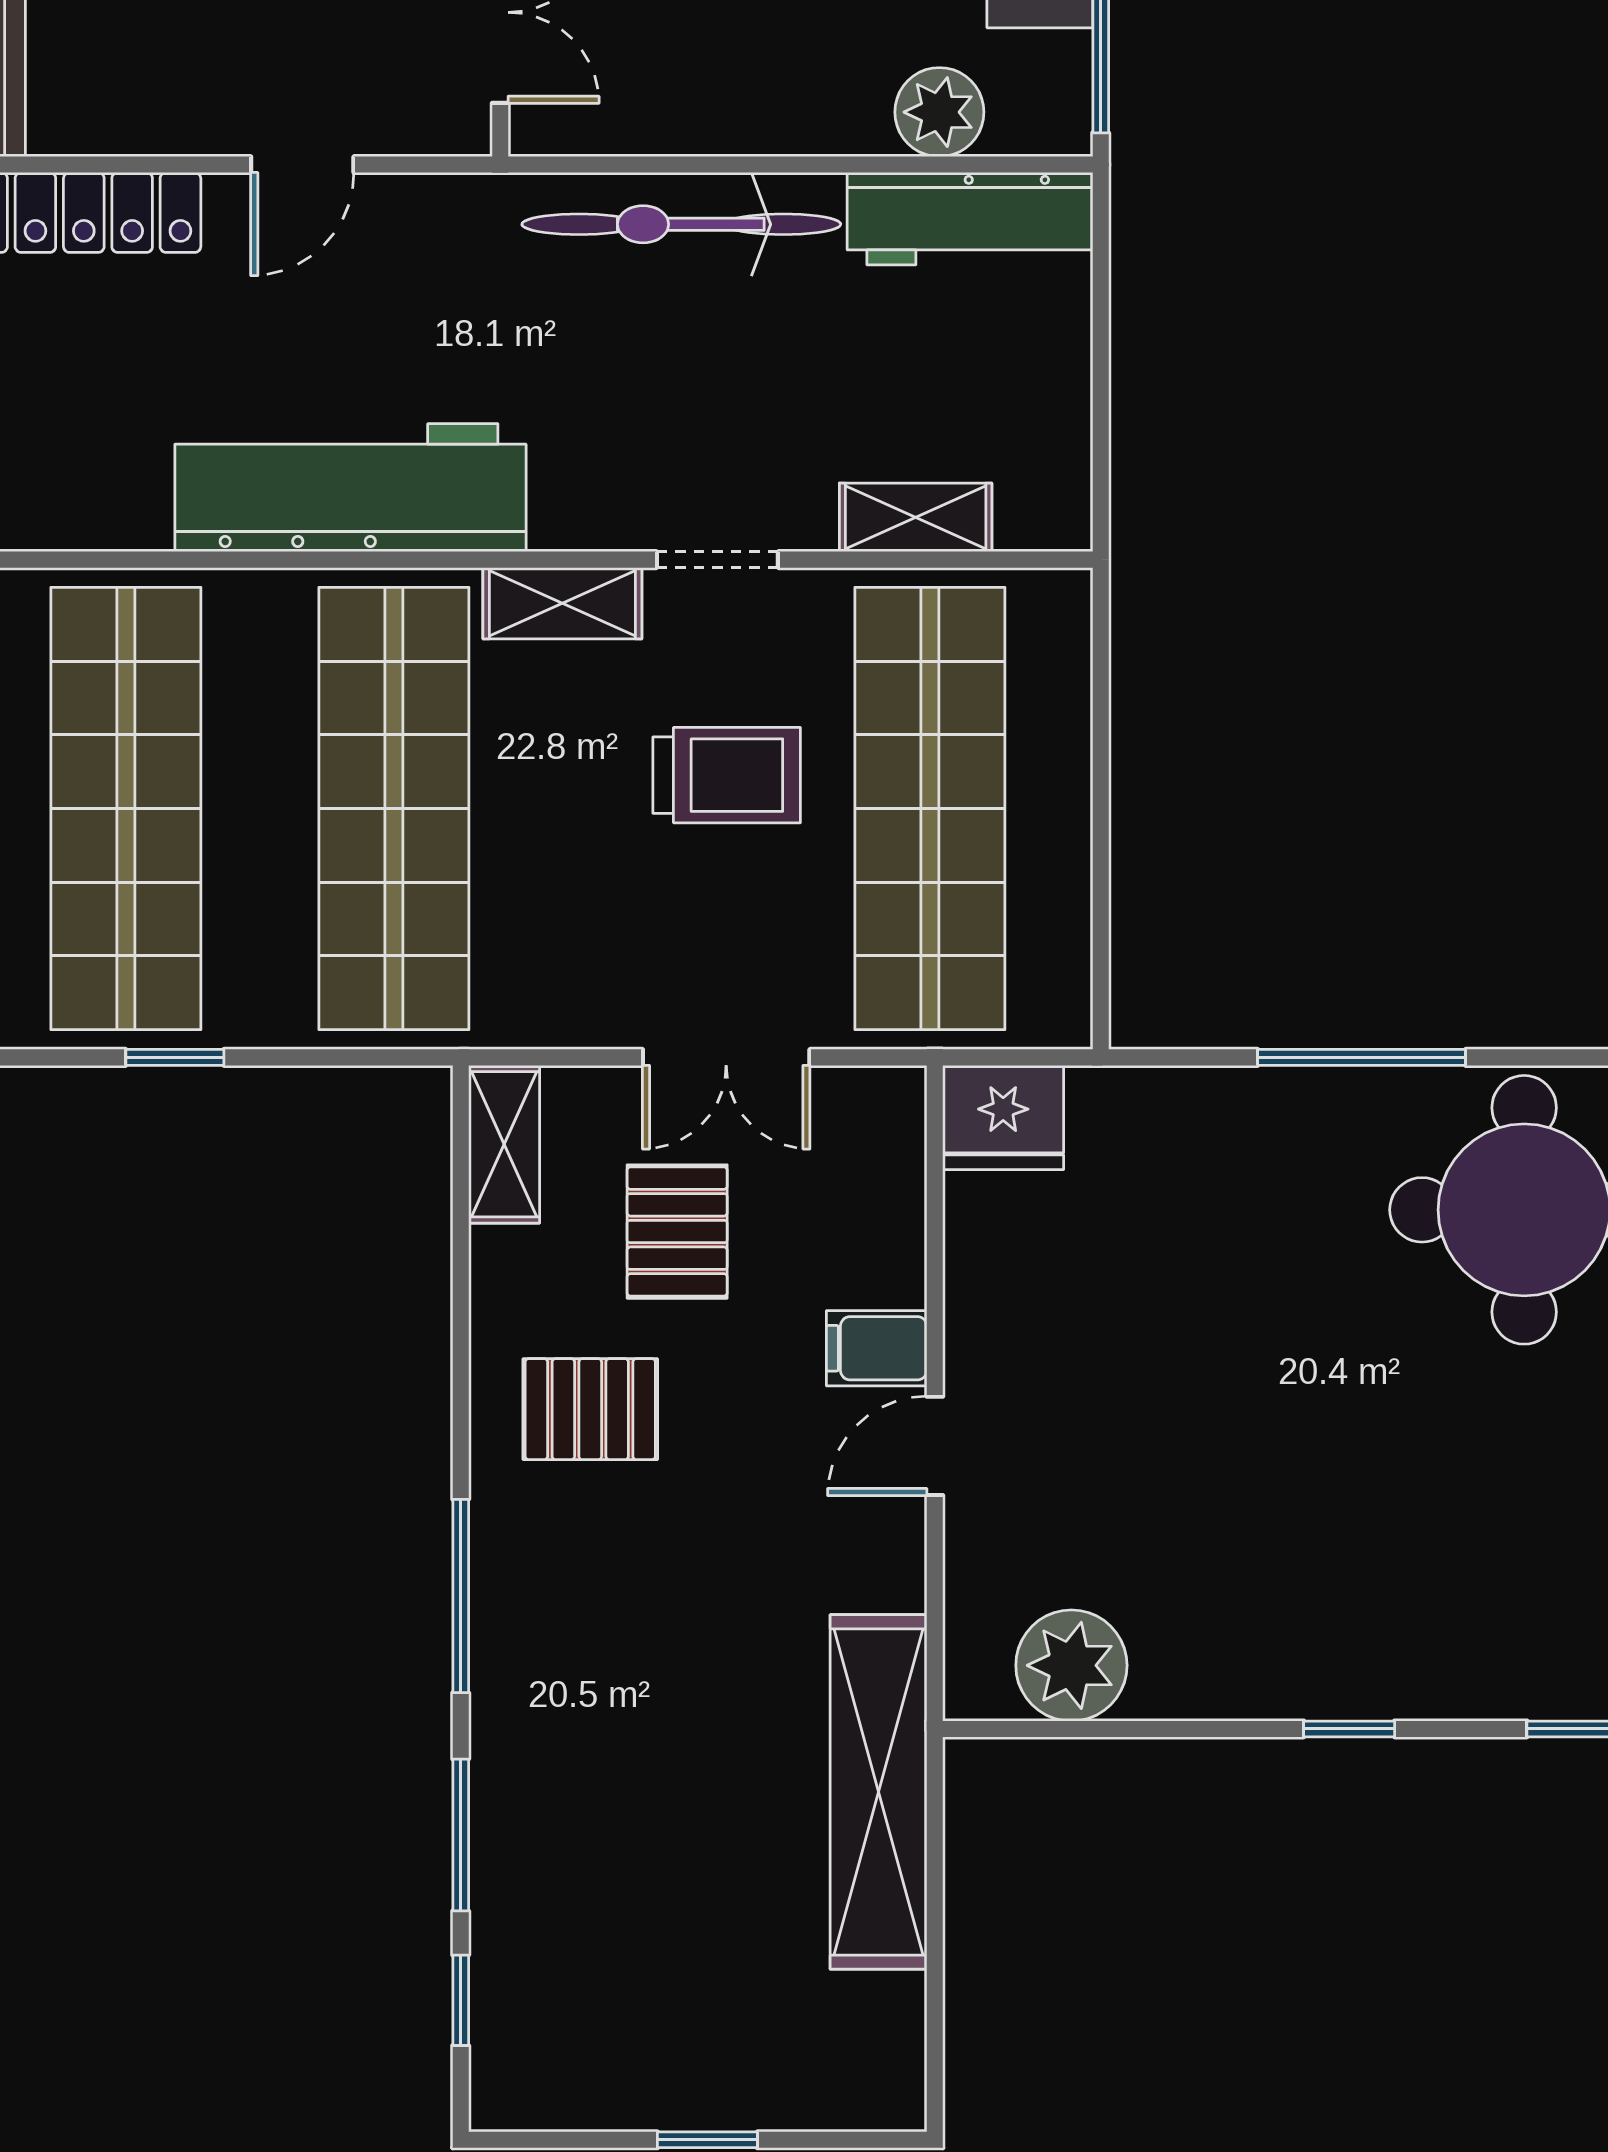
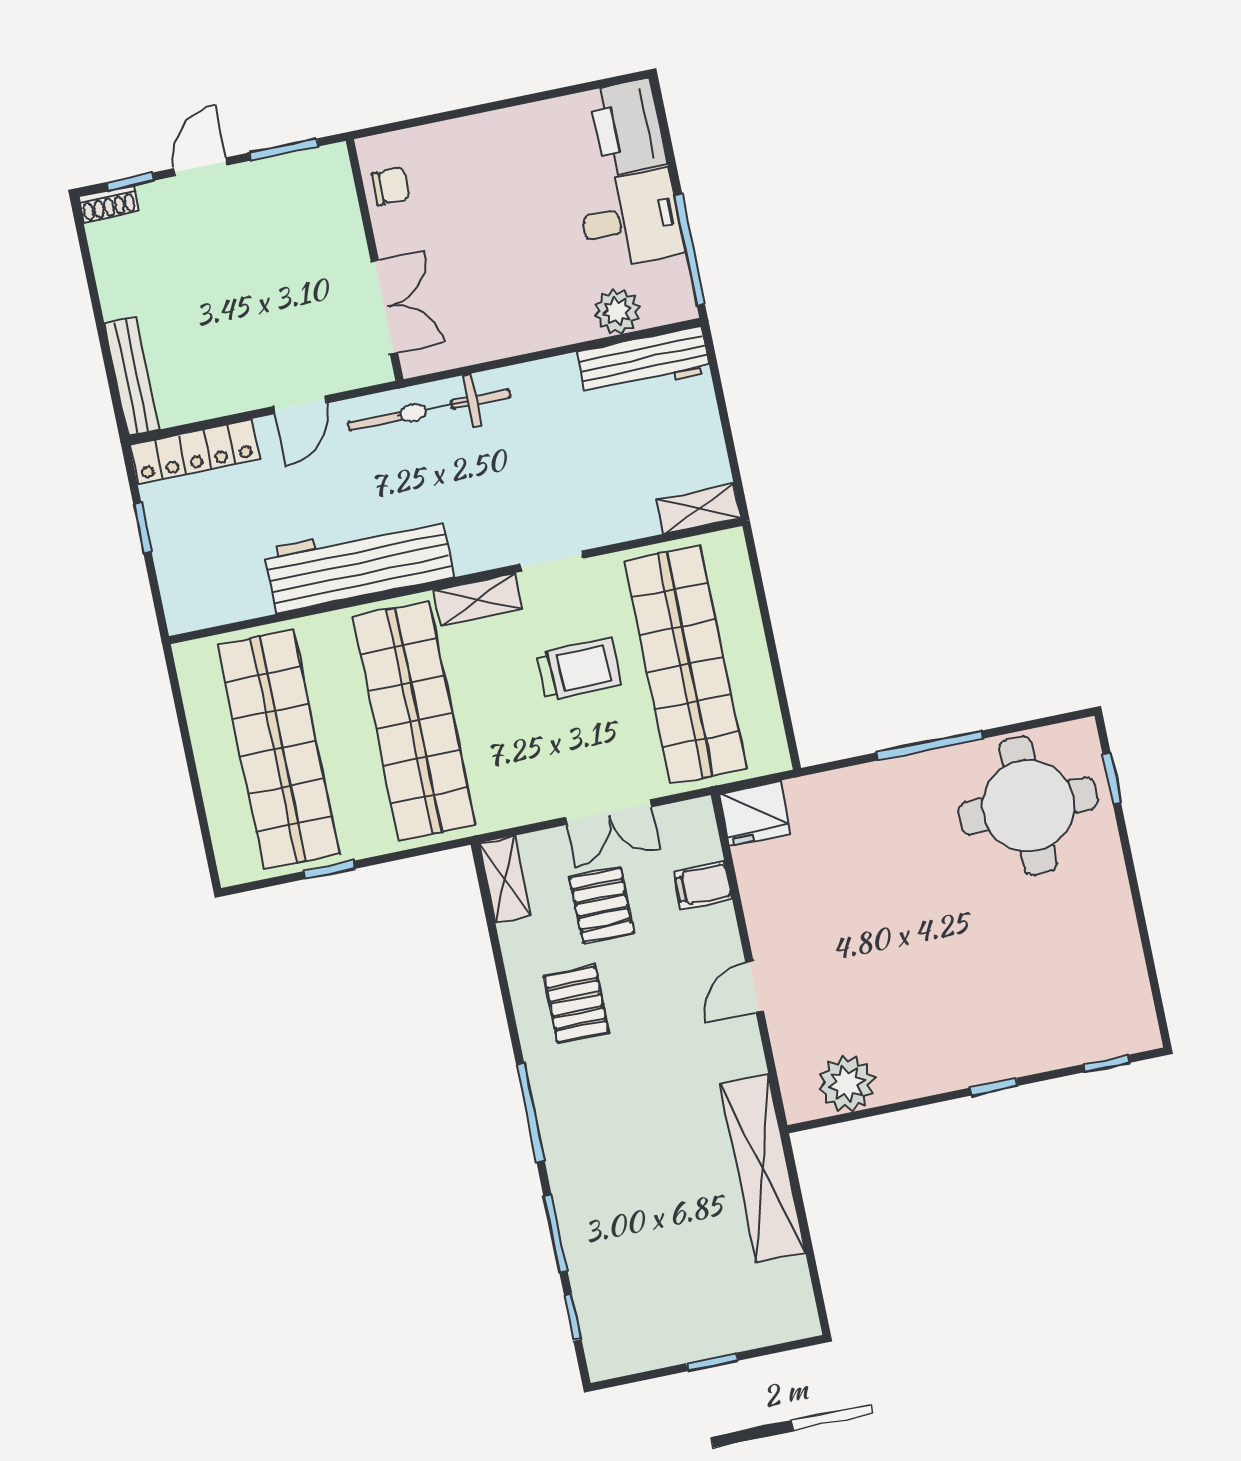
bicycle: (681, 224) -> (429, 409), moved
shelving: (916, 517) -> (699, 508), moved
filing cabinet: (877, 1348) -> (703, 885), moved
pallet: (590, 1409) -> (576, 1004), turned 90

